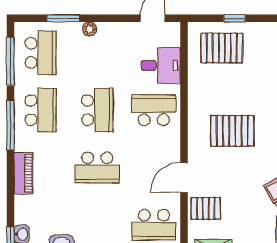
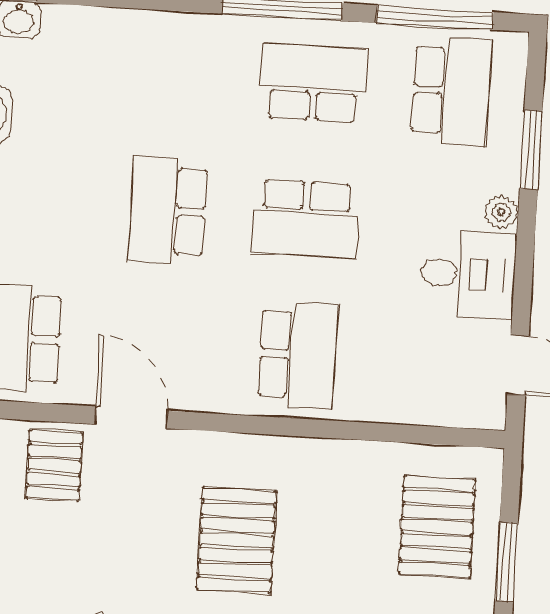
window: (235, 18) -> (506, 562), width x1.50
school desk: (41, 53) -> (451, 91), turned -90
desk: (161, 65) -> (468, 274), moved, turned -90
school desk: (41, 110) -> (314, 83), turned 180
piano: (23, 173) -> (165, 33), removed

